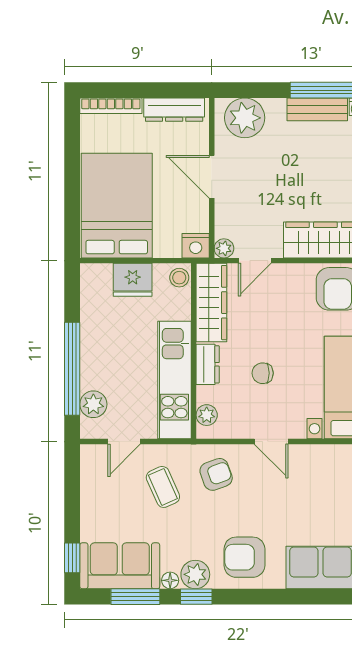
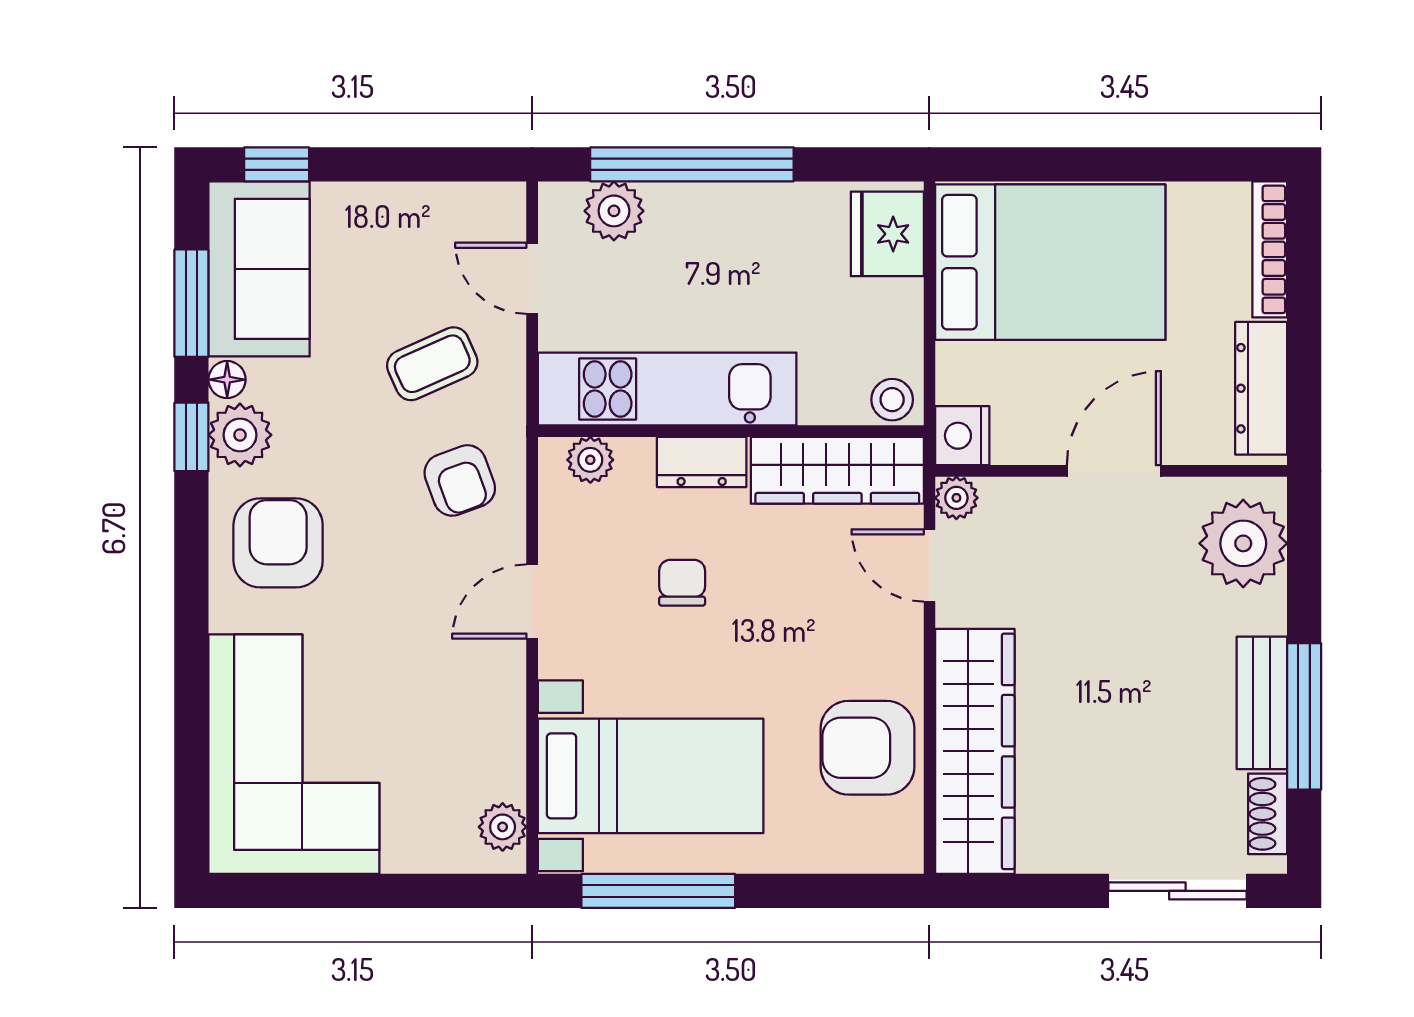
fridge: (133, 280) -> (887, 234), moved

